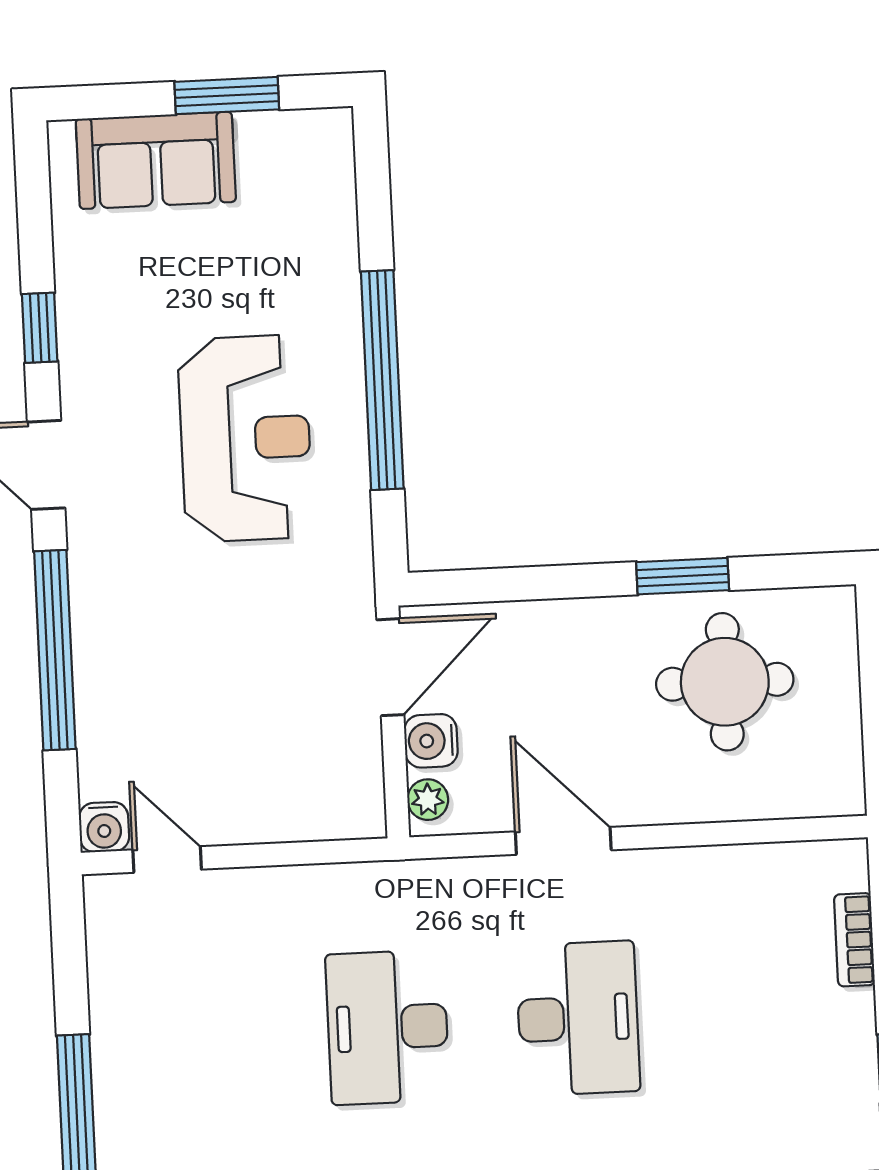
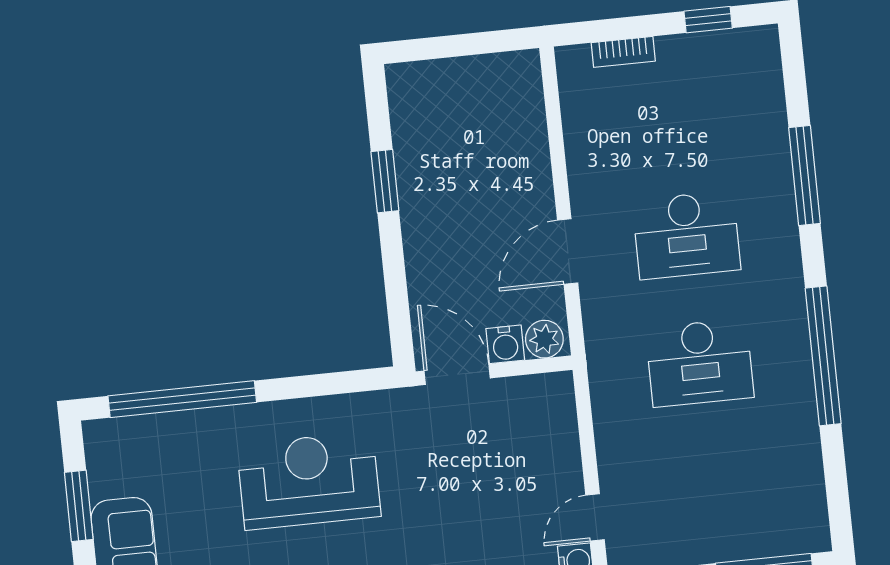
window: (382, 380) -> (182, 399), moved
round table: (725, 682) -> (454, 149), removed
plant: (428, 800) -> (544, 339), width x1.38, depth x1.38
desk: (578, 1018) -> (686, 235), turned 180

